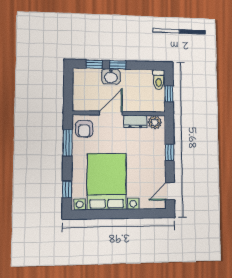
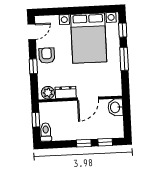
washbasin: (111, 76) -> (115, 107), moved, turned -90
armchair: (84, 129) -> (47, 56), moved
window: (68, 143) -> (124, 59), moved

